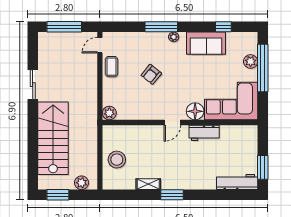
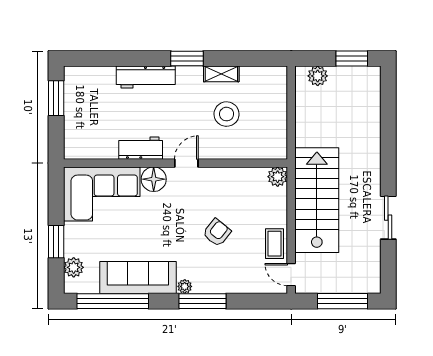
window: (223, 27) -> (113, 301), width x3.17
sofa: (206, 43) -> (138, 277), width x1.36
door: (100, 45) -> (291, 275), swing flipped
plant: (251, 61) -> (74, 267), moved
window: (263, 68) -> (56, 242), width x0.47
stairs: (53, 138) -> (317, 200), moved, turned 180
stool: (117, 160) -> (227, 114), moved
workbench: (237, 182) -> (146, 77), moved

